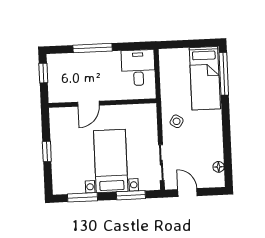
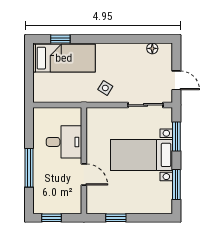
desk: (138, 68) -> (64, 142), moved, turned 180
window: (224, 74) -> (60, 39), width x0.46
window: (47, 151) -> (116, 218), moved
door: (187, 193) -> (176, 80), swing flipped

